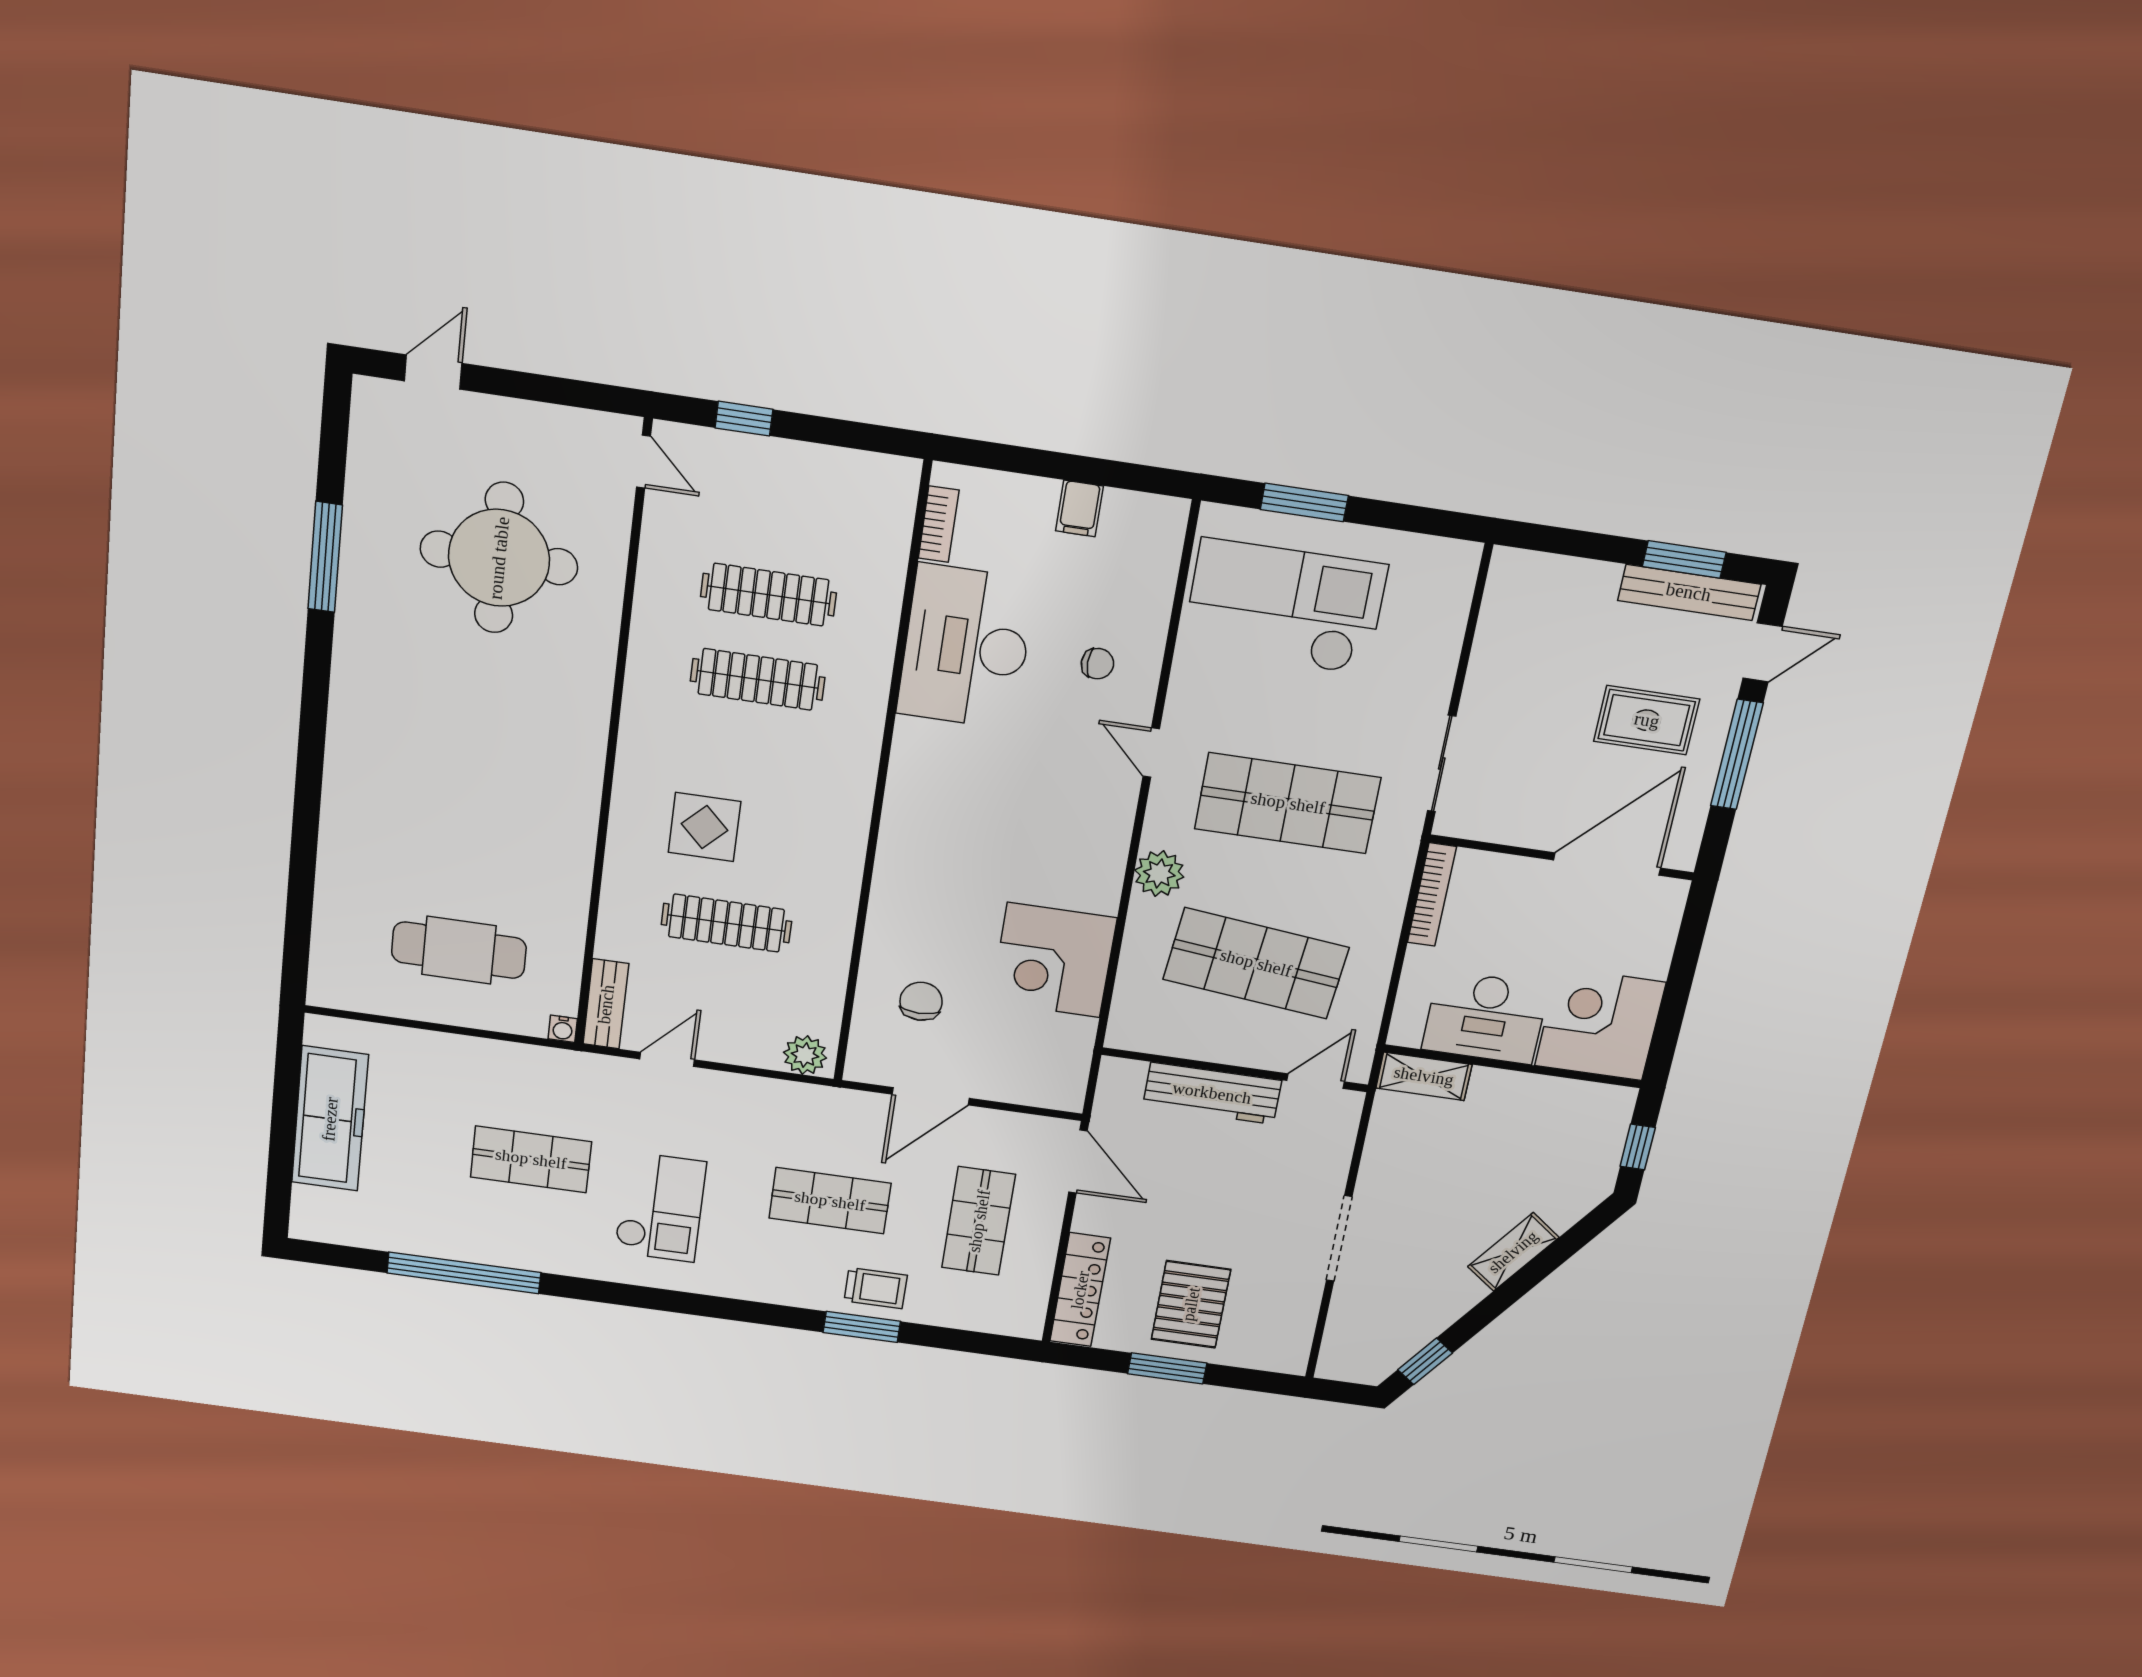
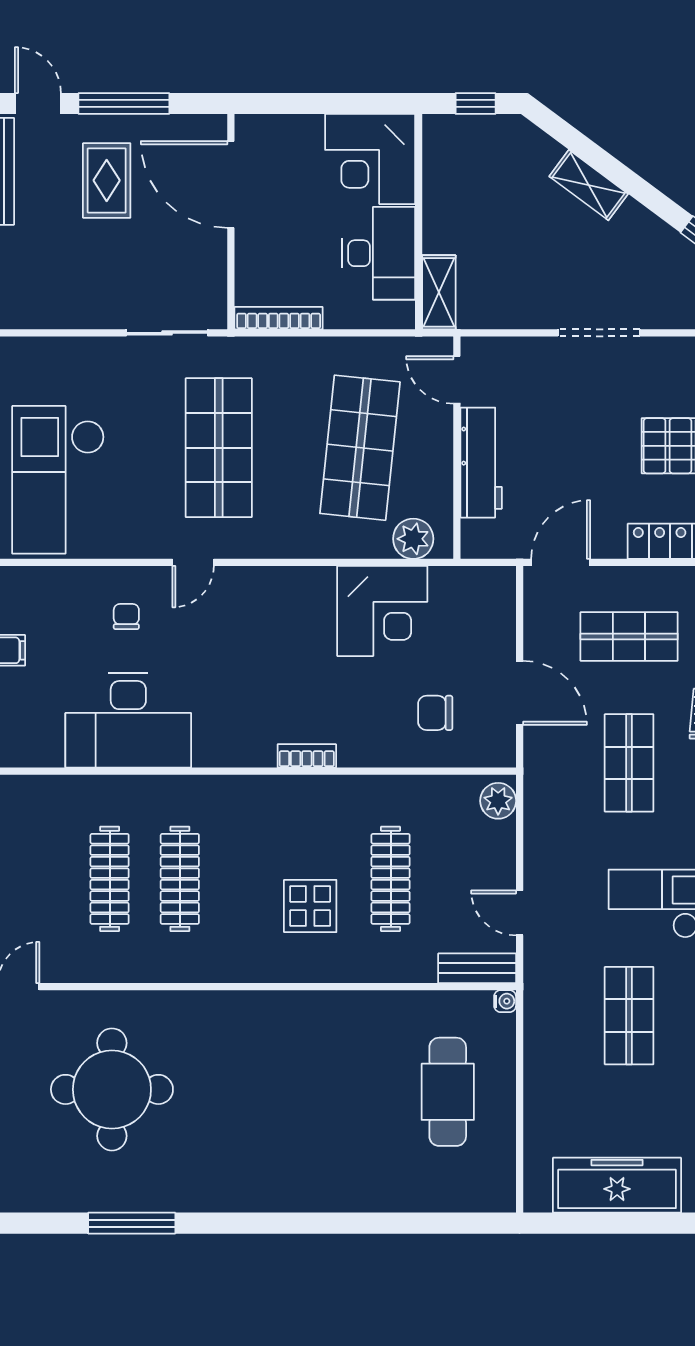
bookcase: (939, 524) -> (307, 756), moved
plant: (1159, 874) -> (413, 539), moved

